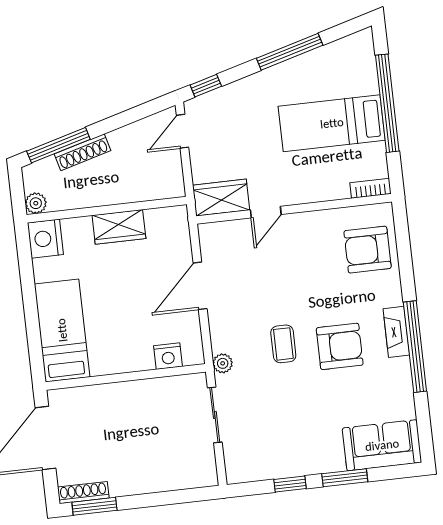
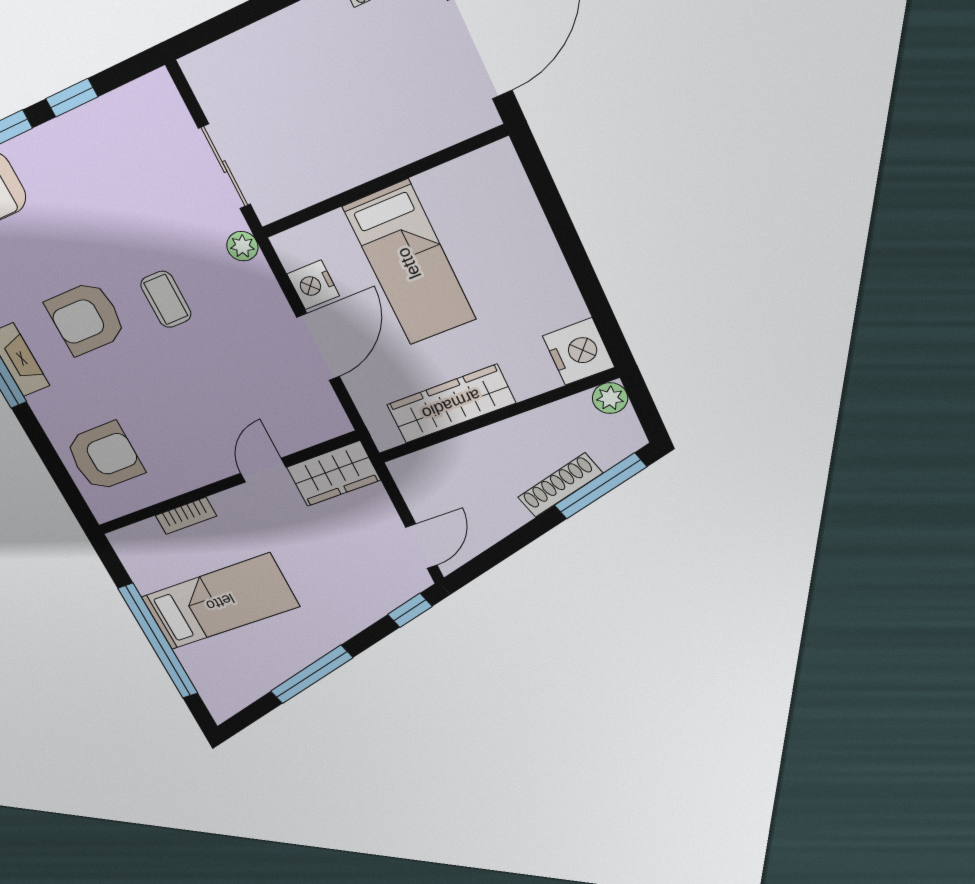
bookcase: (370, 188) -> (186, 516), moved
wardrobe: (119, 227) -> (451, 404), width x1.50
bed: (62, 330) -> (409, 263), moved
nightstand: (168, 356) -> (313, 285), moved, turned -90

